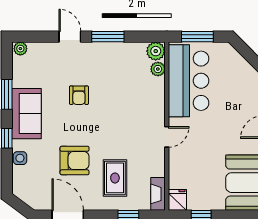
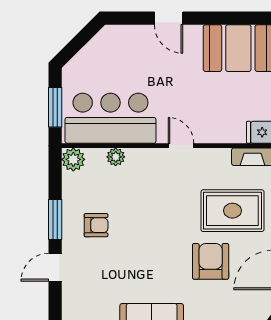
plant: (158, 69) -> (116, 157), moved
armchair: (79, 95) -> (96, 225), moved
rug: (115, 178) -> (232, 211), width x1.36, depth x1.43

